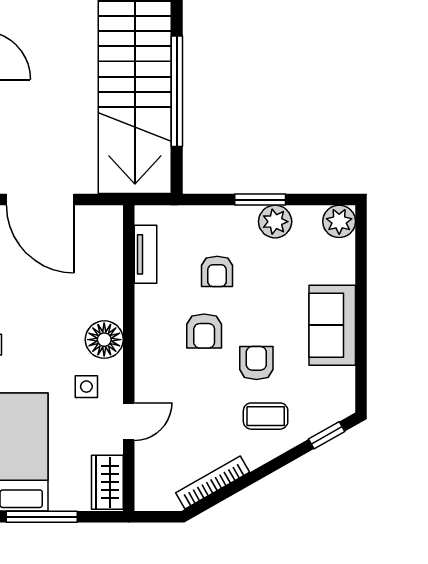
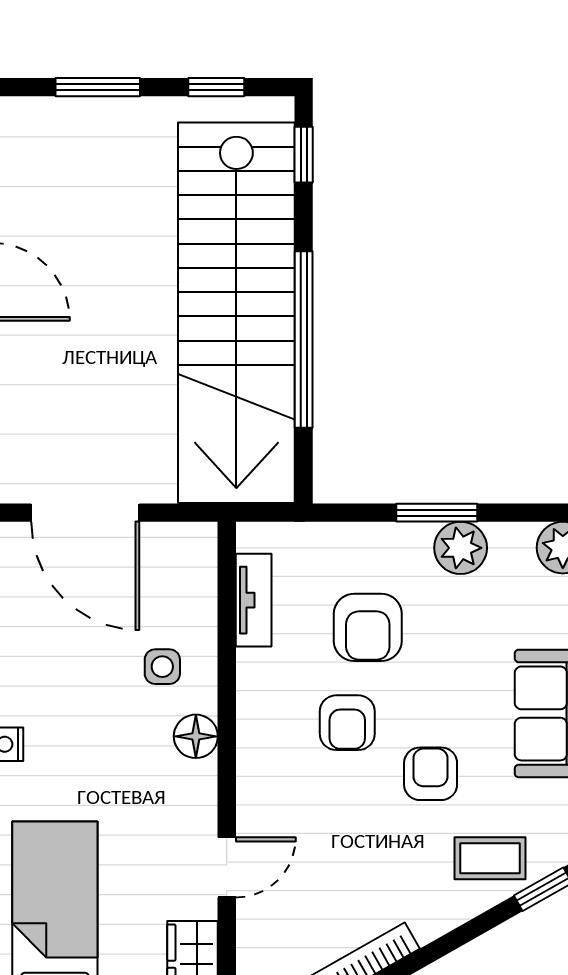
armchair: (217, 271) -> (368, 627), width x1.38, depth x1.38
floor lamp: (104, 340) -> (196, 736), width x0.73, depth x0.73
side table: (86, 387) -> (162, 667), moved
coffee table: (266, 416) -> (490, 858), moved

